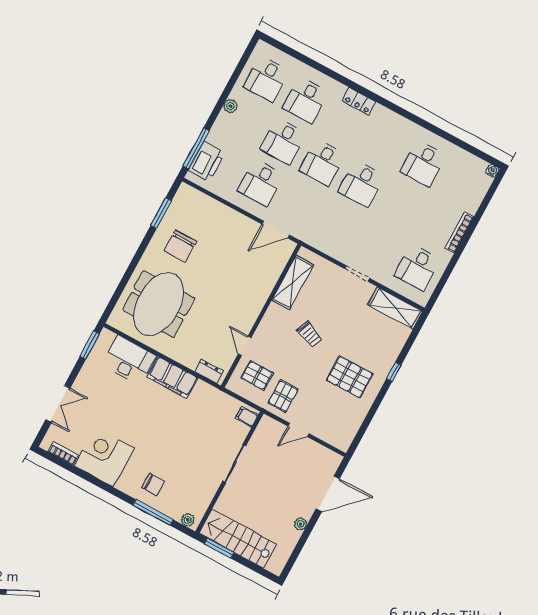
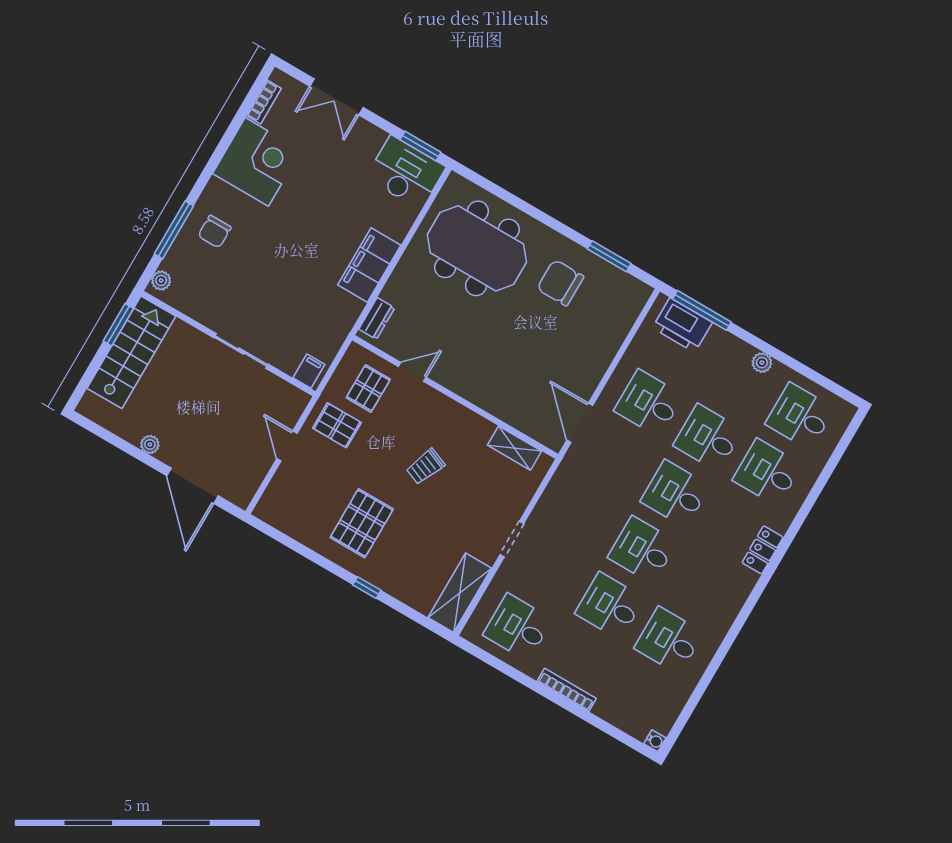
desk: (401, 205) -> (610, 606), added
shelving: (293, 282) -> (515, 448), width x0.67, depth x0.75
desk: (129, 360) -> (406, 173), moved, turned -90

